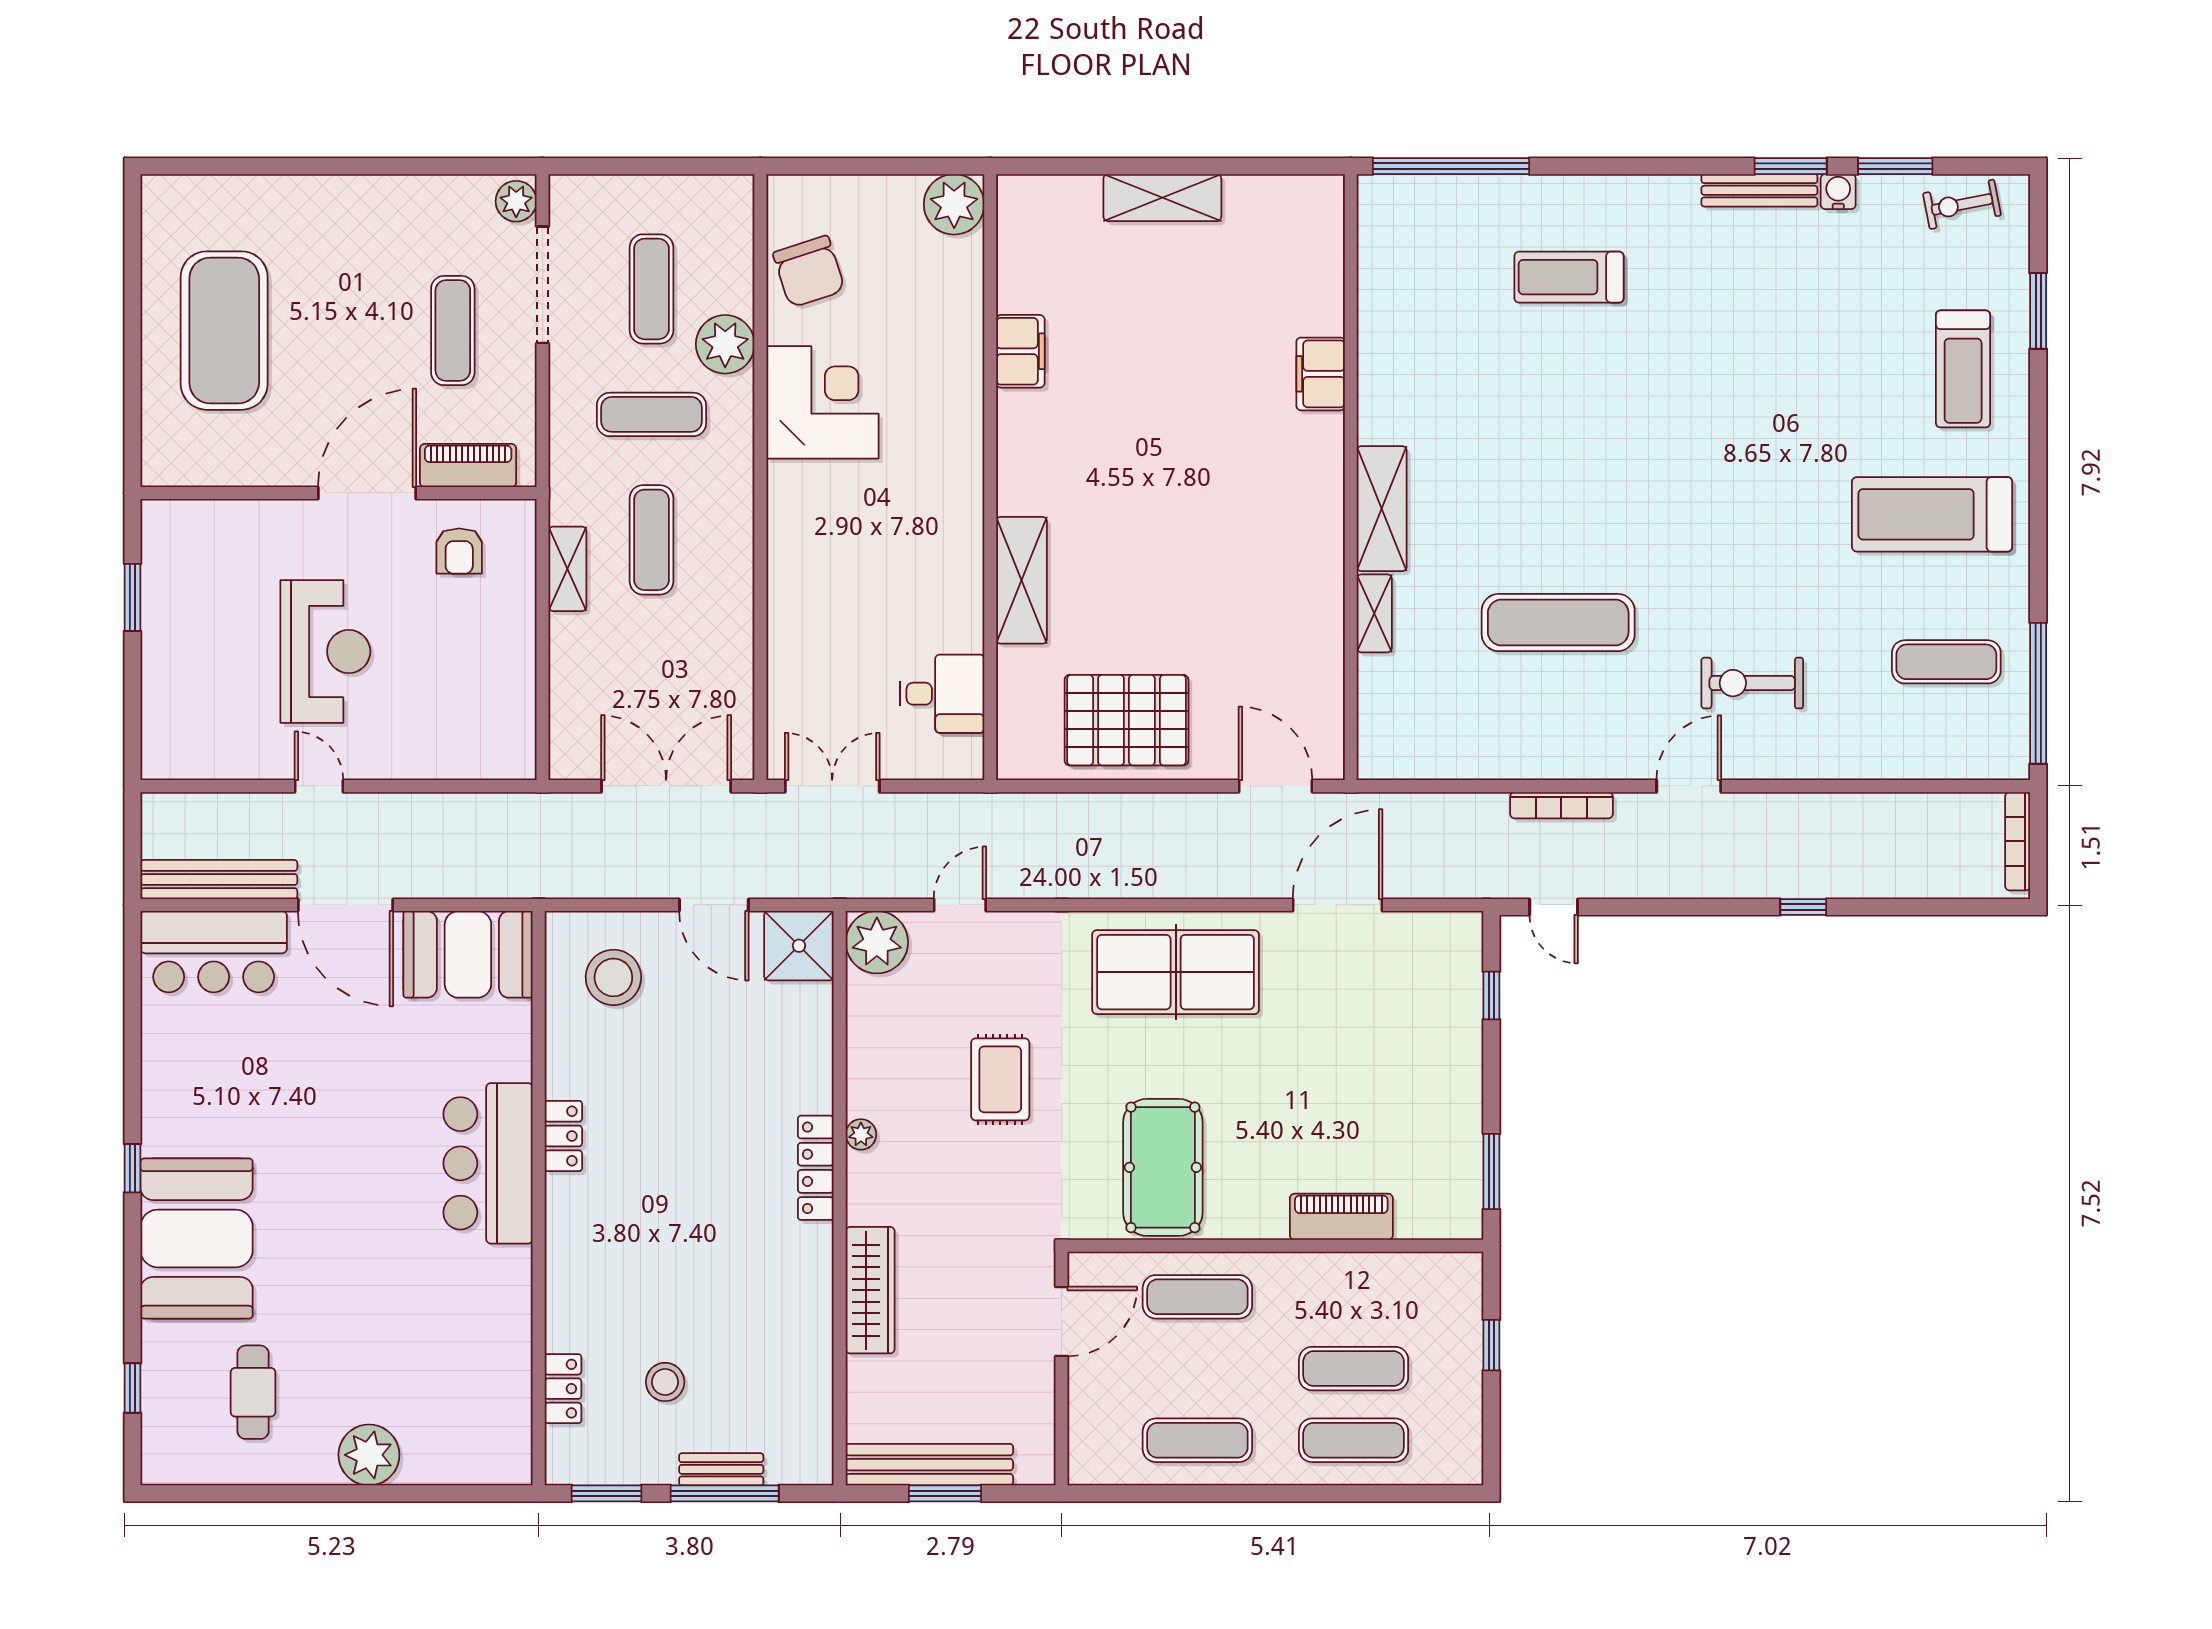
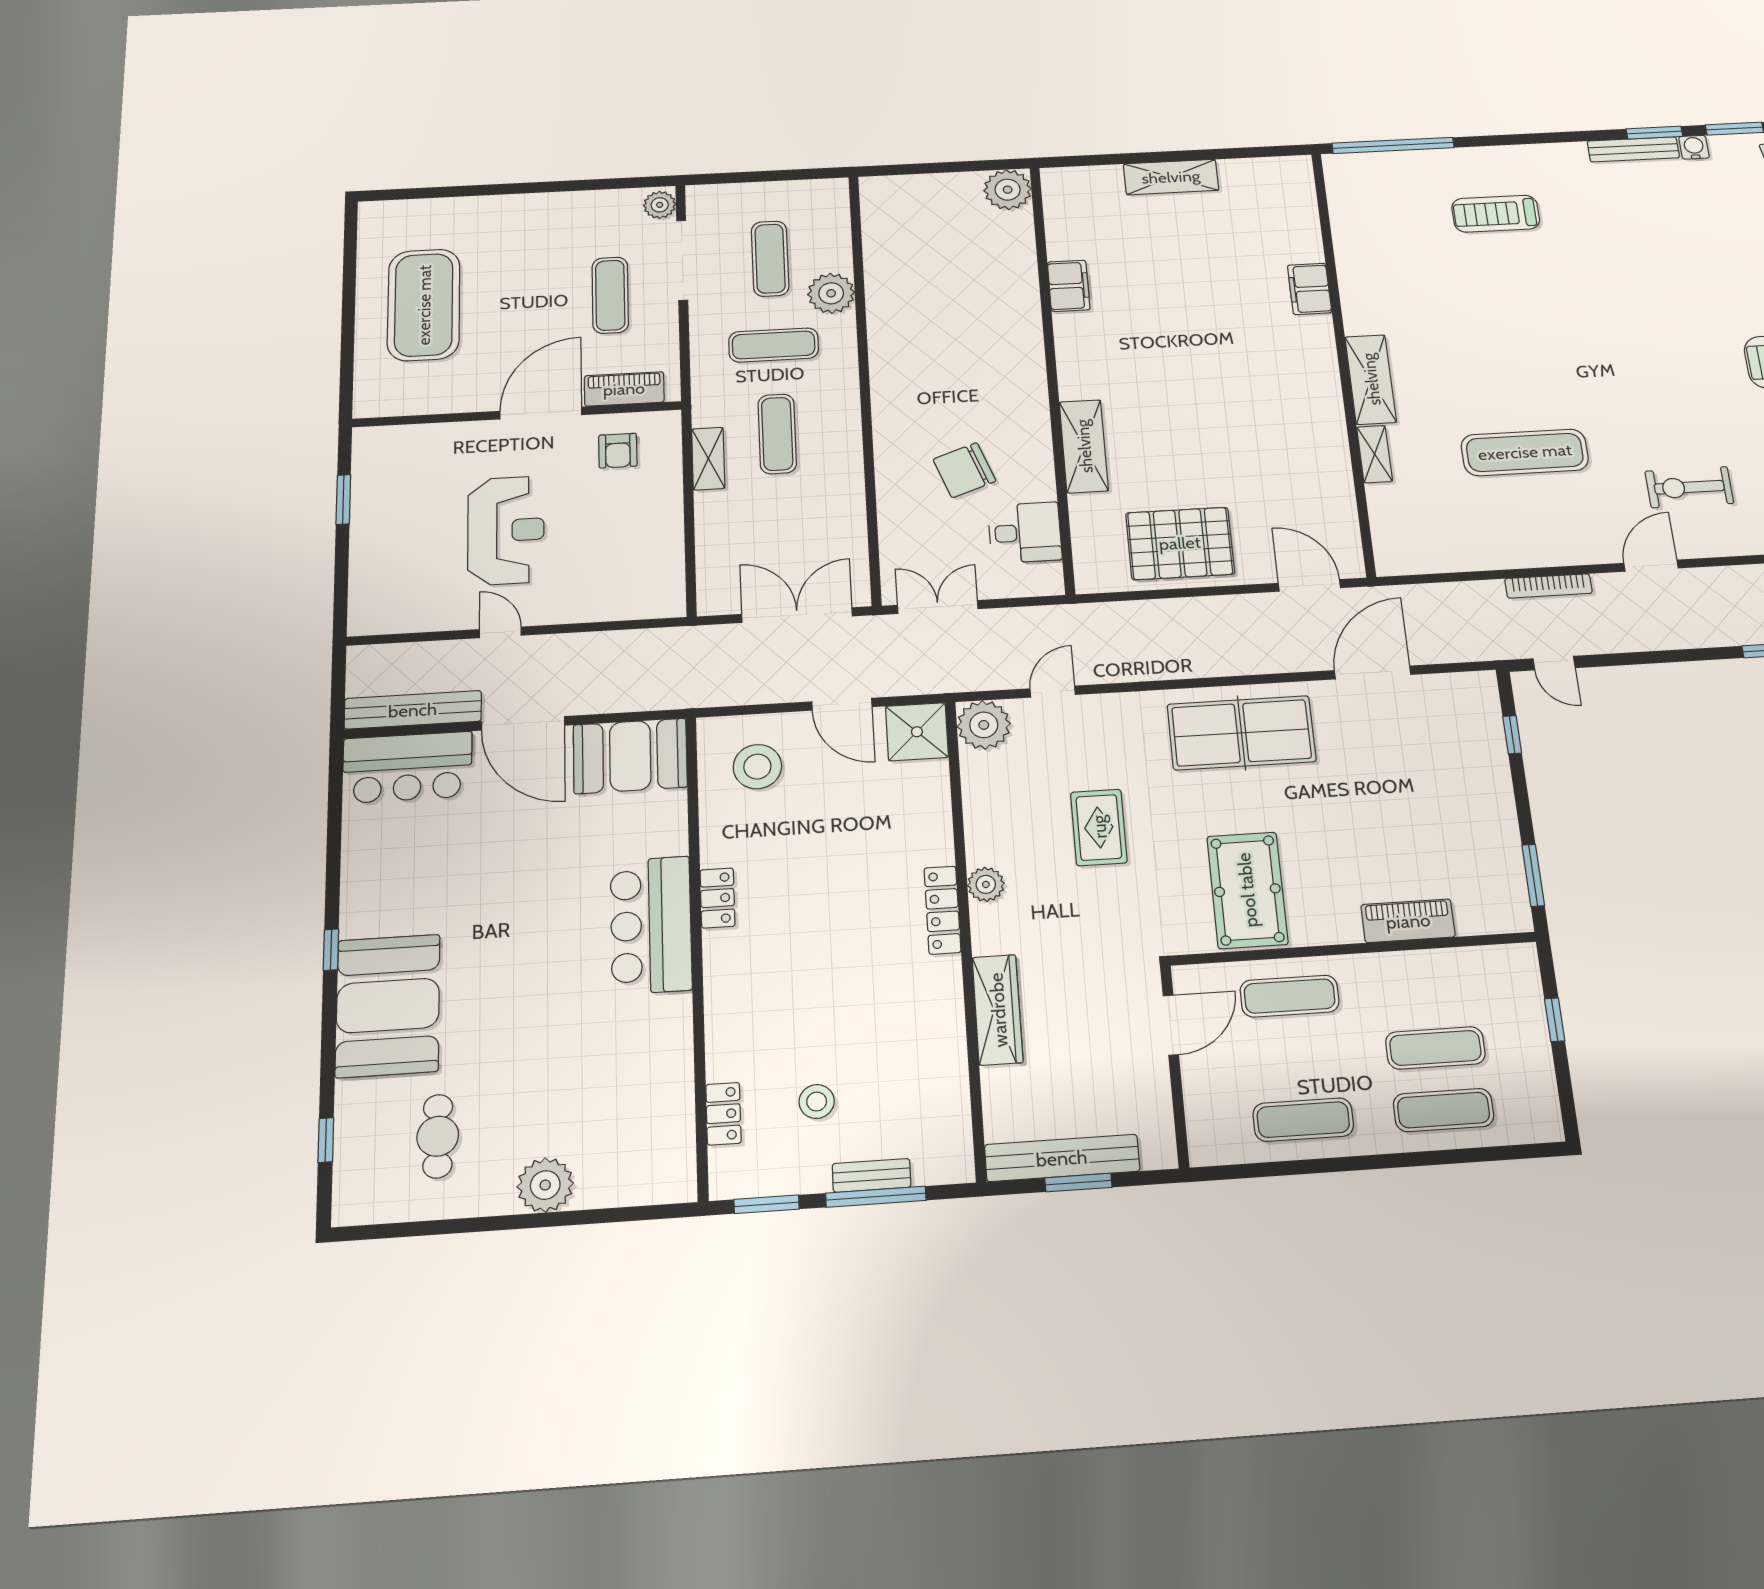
chair: (809, 272) -> (964, 470), moved, turned 88
corner desk: (823, 402) -> (912, 329), removed
plant: (861, 1134) -> (986, 884), width x1.38, depth x1.38

